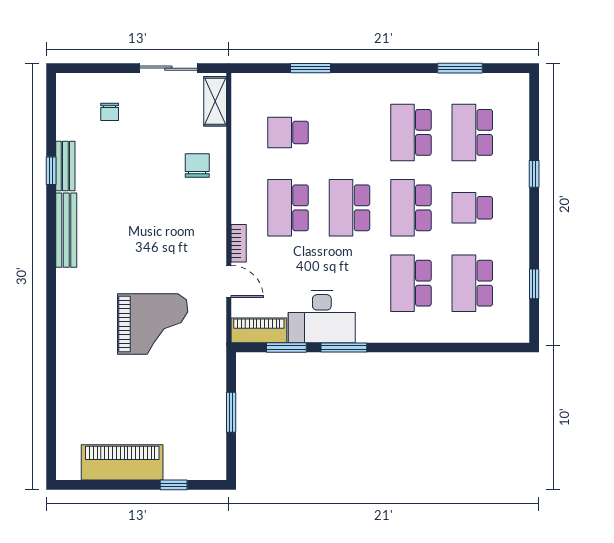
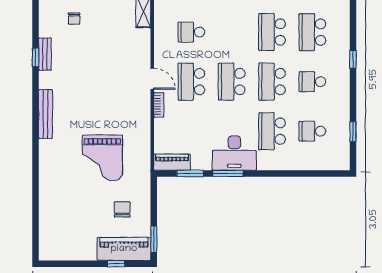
chair: (197, 166) -> (122, 209), moved
bench: (66, 230) -> (46, 114), moved
door: (229, 281) -> (152, 79), moved
school desk: (472, 283) -> (312, 131), width x0.54
desk: (322, 317) -> (234, 153), moved
grand piano: (153, 324) -> (102, 158), turned 90
window: (231, 412) -> (154, 239), moved
piano: (122, 462) -> (124, 249), moved

